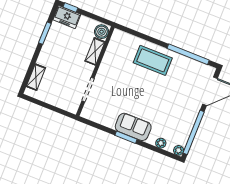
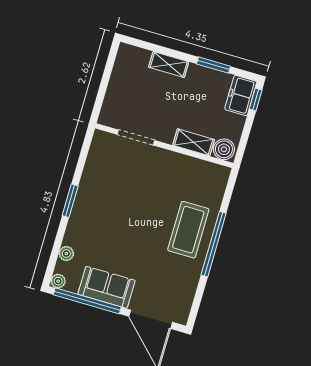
window: (188, 54) -> (214, 244), moved
shelving: (36, 77) -> (169, 64), moved
sofa: (133, 127) -> (106, 287), moved, turned -90

